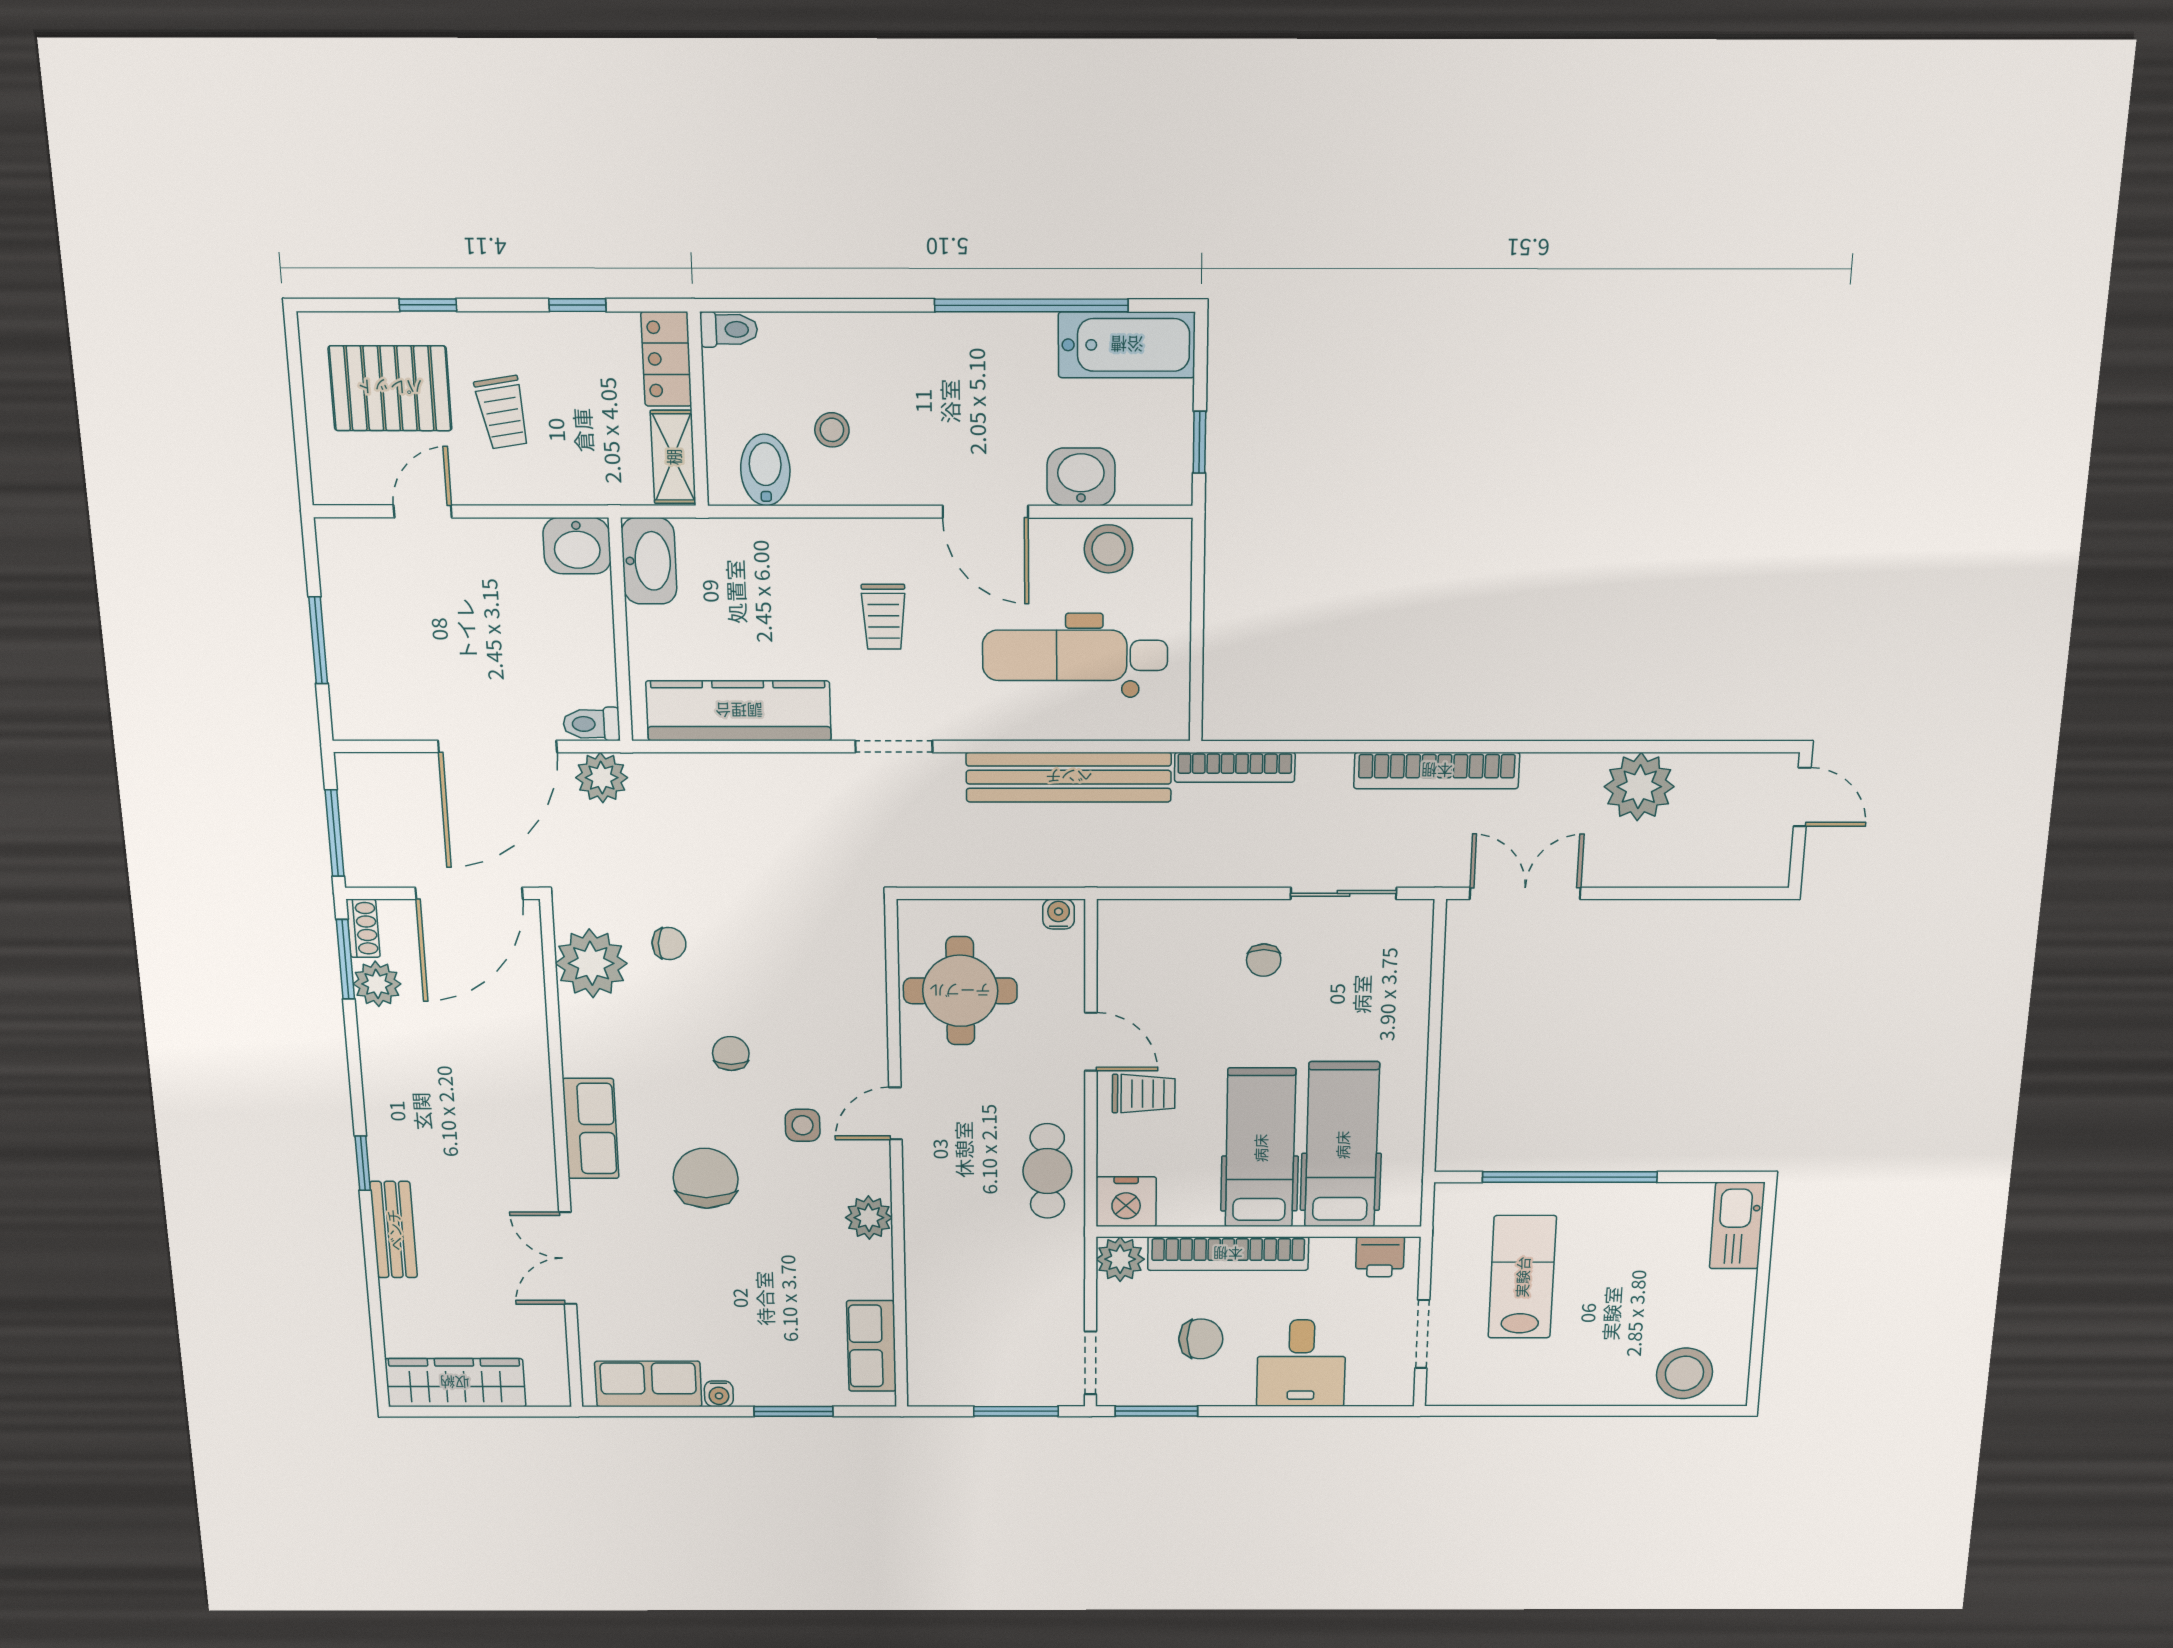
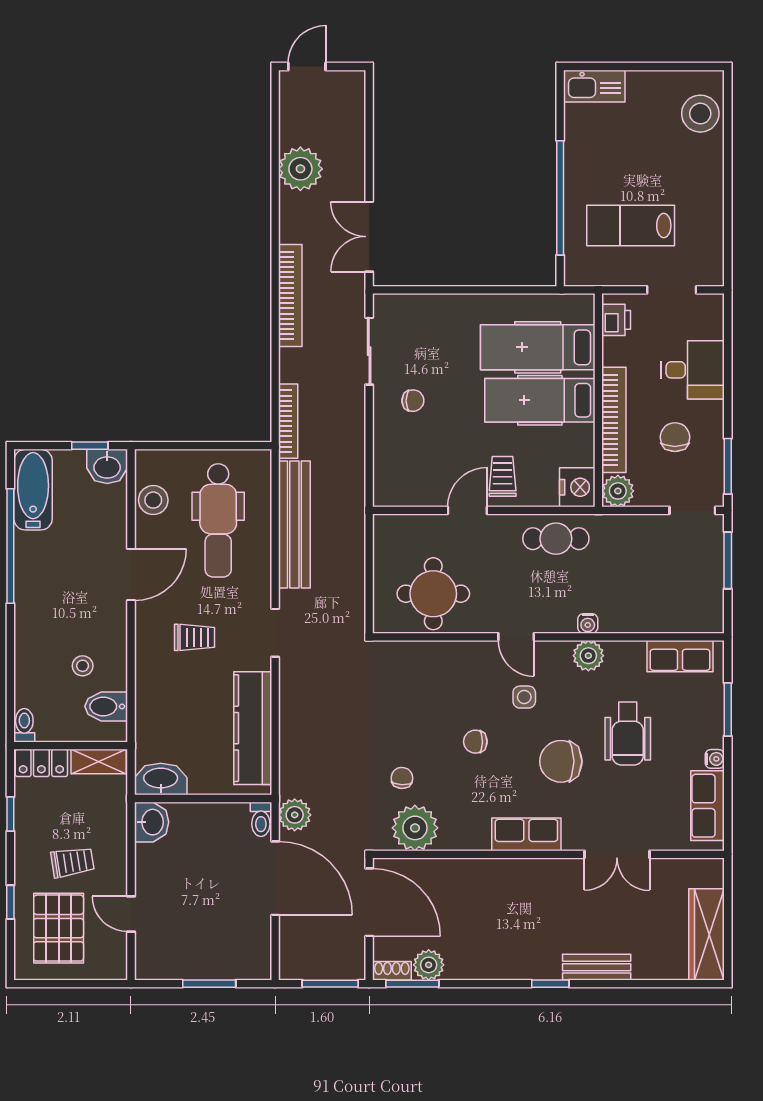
washbasin: (1081, 477) -> (107, 466), moved, turned -90
water cooler: (1059, 914) -> (588, 623), moved, turned -90
wheelchair: (752, 1273) -> (628, 734), added

